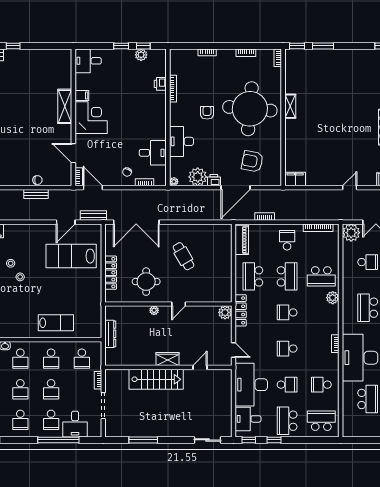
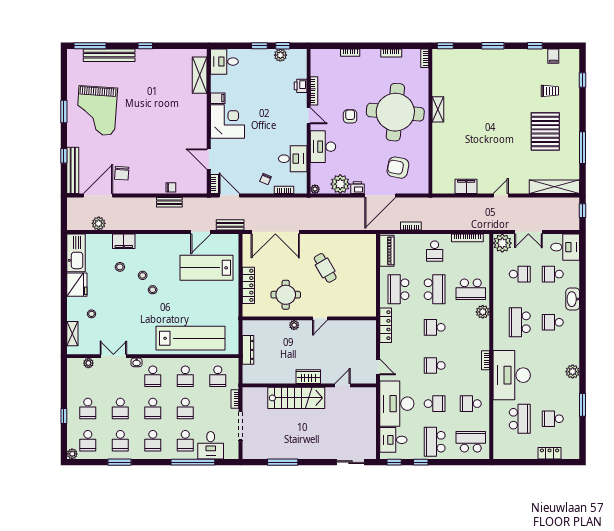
window: (323, 46) -> (493, 46), moved
shelving: (65, 106) -> (200, 75), moved
door: (168, 112) -> (309, 116), added
filing cabinet: (295, 179) -> (466, 186), moved
school desk: (287, 240) -> (435, 251), turned 180
plant: (225, 312) -> (369, 327), removed
lab bench: (56, 323) -> (190, 338), width x1.86, depth x1.39

